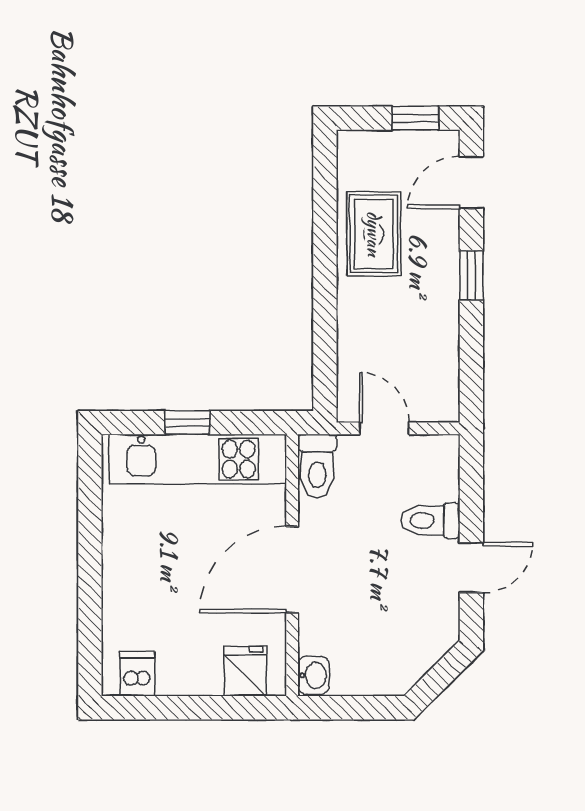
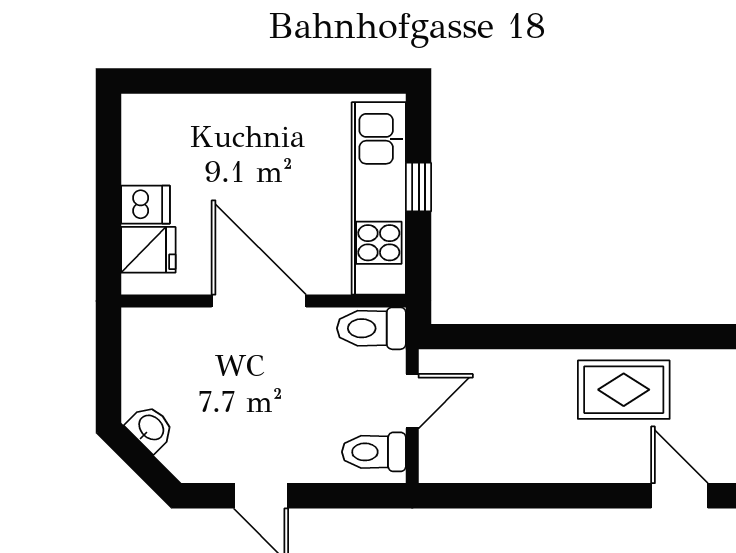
window: (471, 275) -> (579, 496), removed
toilet: (430, 521) -> (374, 452), moved, turned -90
dishwasher: (137, 674) -> (146, 205), moved
washbasin: (314, 675) -> (151, 428), moved, turned -135

